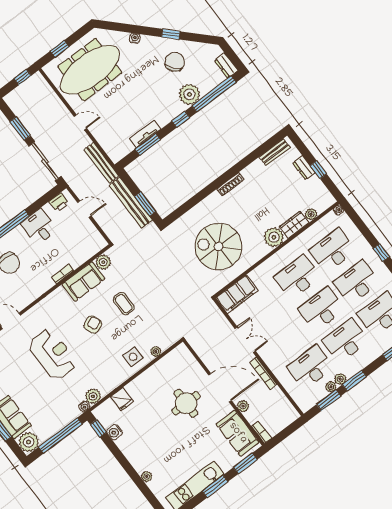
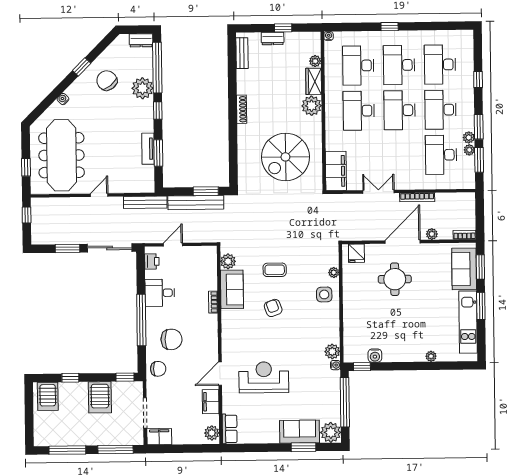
reception desk: (53, 354) -> (264, 377), moved
fridge: (122, 399) -> (356, 253), moved, turned 90
sofa: (238, 433) -> (464, 269), moved, turned 90

